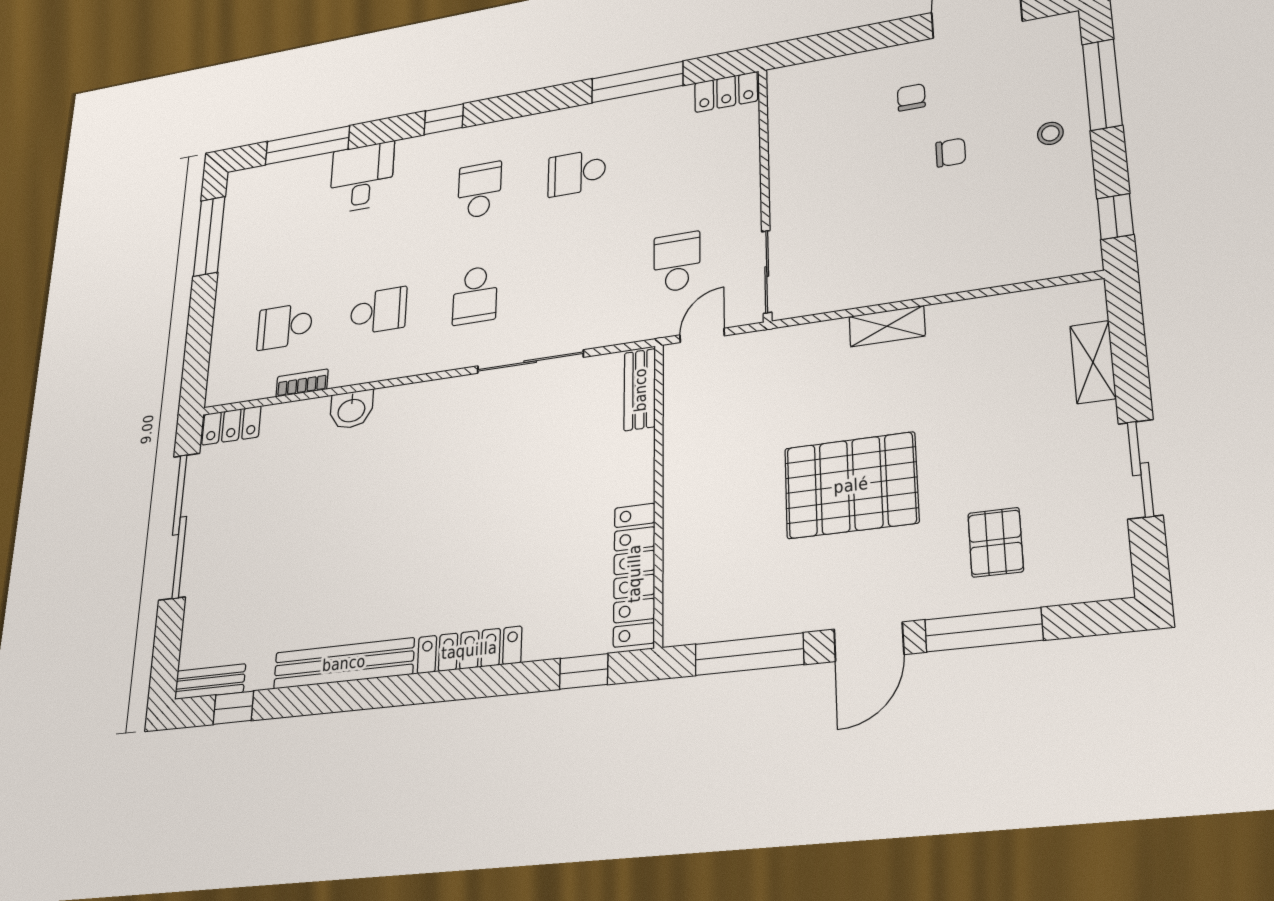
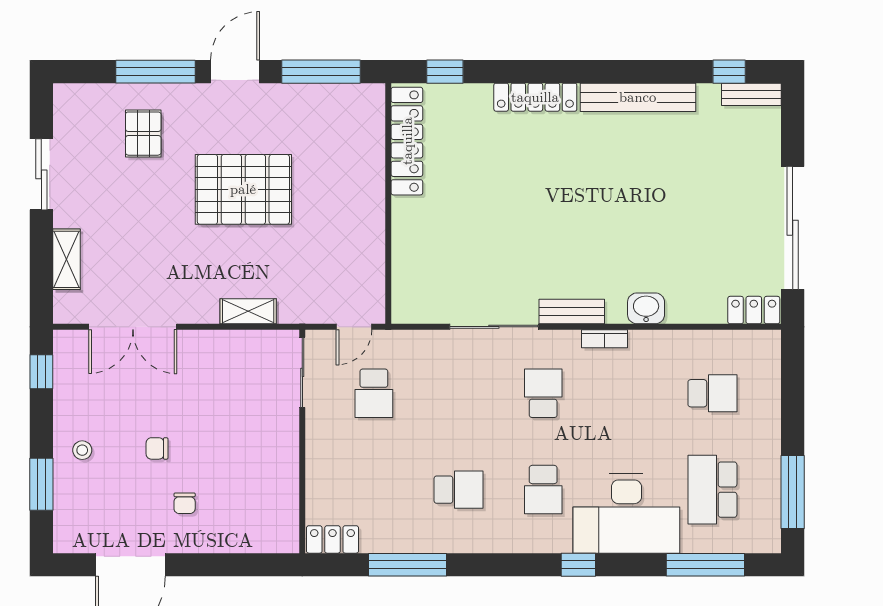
window: (1102, 84) -> (41, 484), width x0.69
desk: (362, 177) -> (626, 513), width x1.87, depth x1.30
double door: (993, 291) -> (133, 327), added
school desk: (378, 311) -> (712, 490), moved, width x1.85
shelving: (887, 326) -> (248, 311), moved
bookcase: (302, 383) -> (605, 339), moved
bench: (640, 390) -> (572, 311), moved, turned 90

